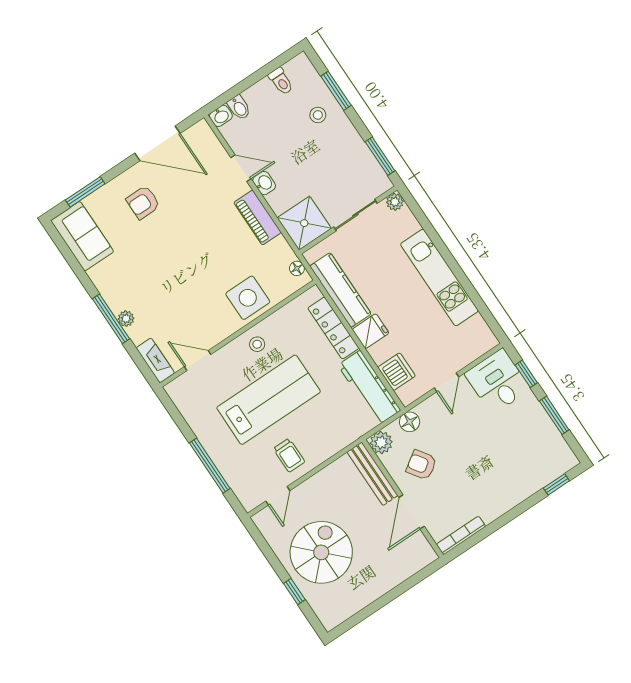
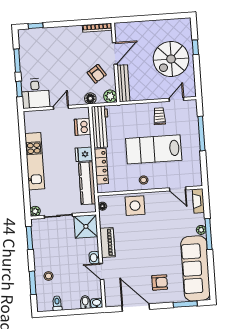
sofa: (82, 236) -> (195, 268), width x1.85, depth x1.27

